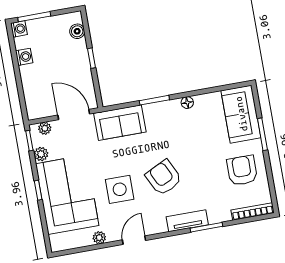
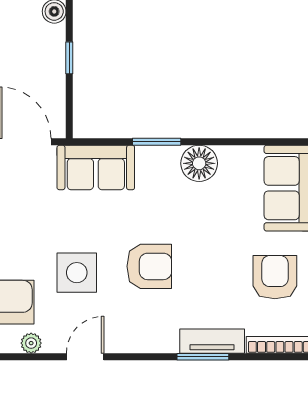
floor lamp: (187, 103) -> (199, 163), width x1.89, depth x1.89
armchair: (164, 178) -> (149, 266), turned 116
tv unit: (187, 221) -> (212, 341), moved

